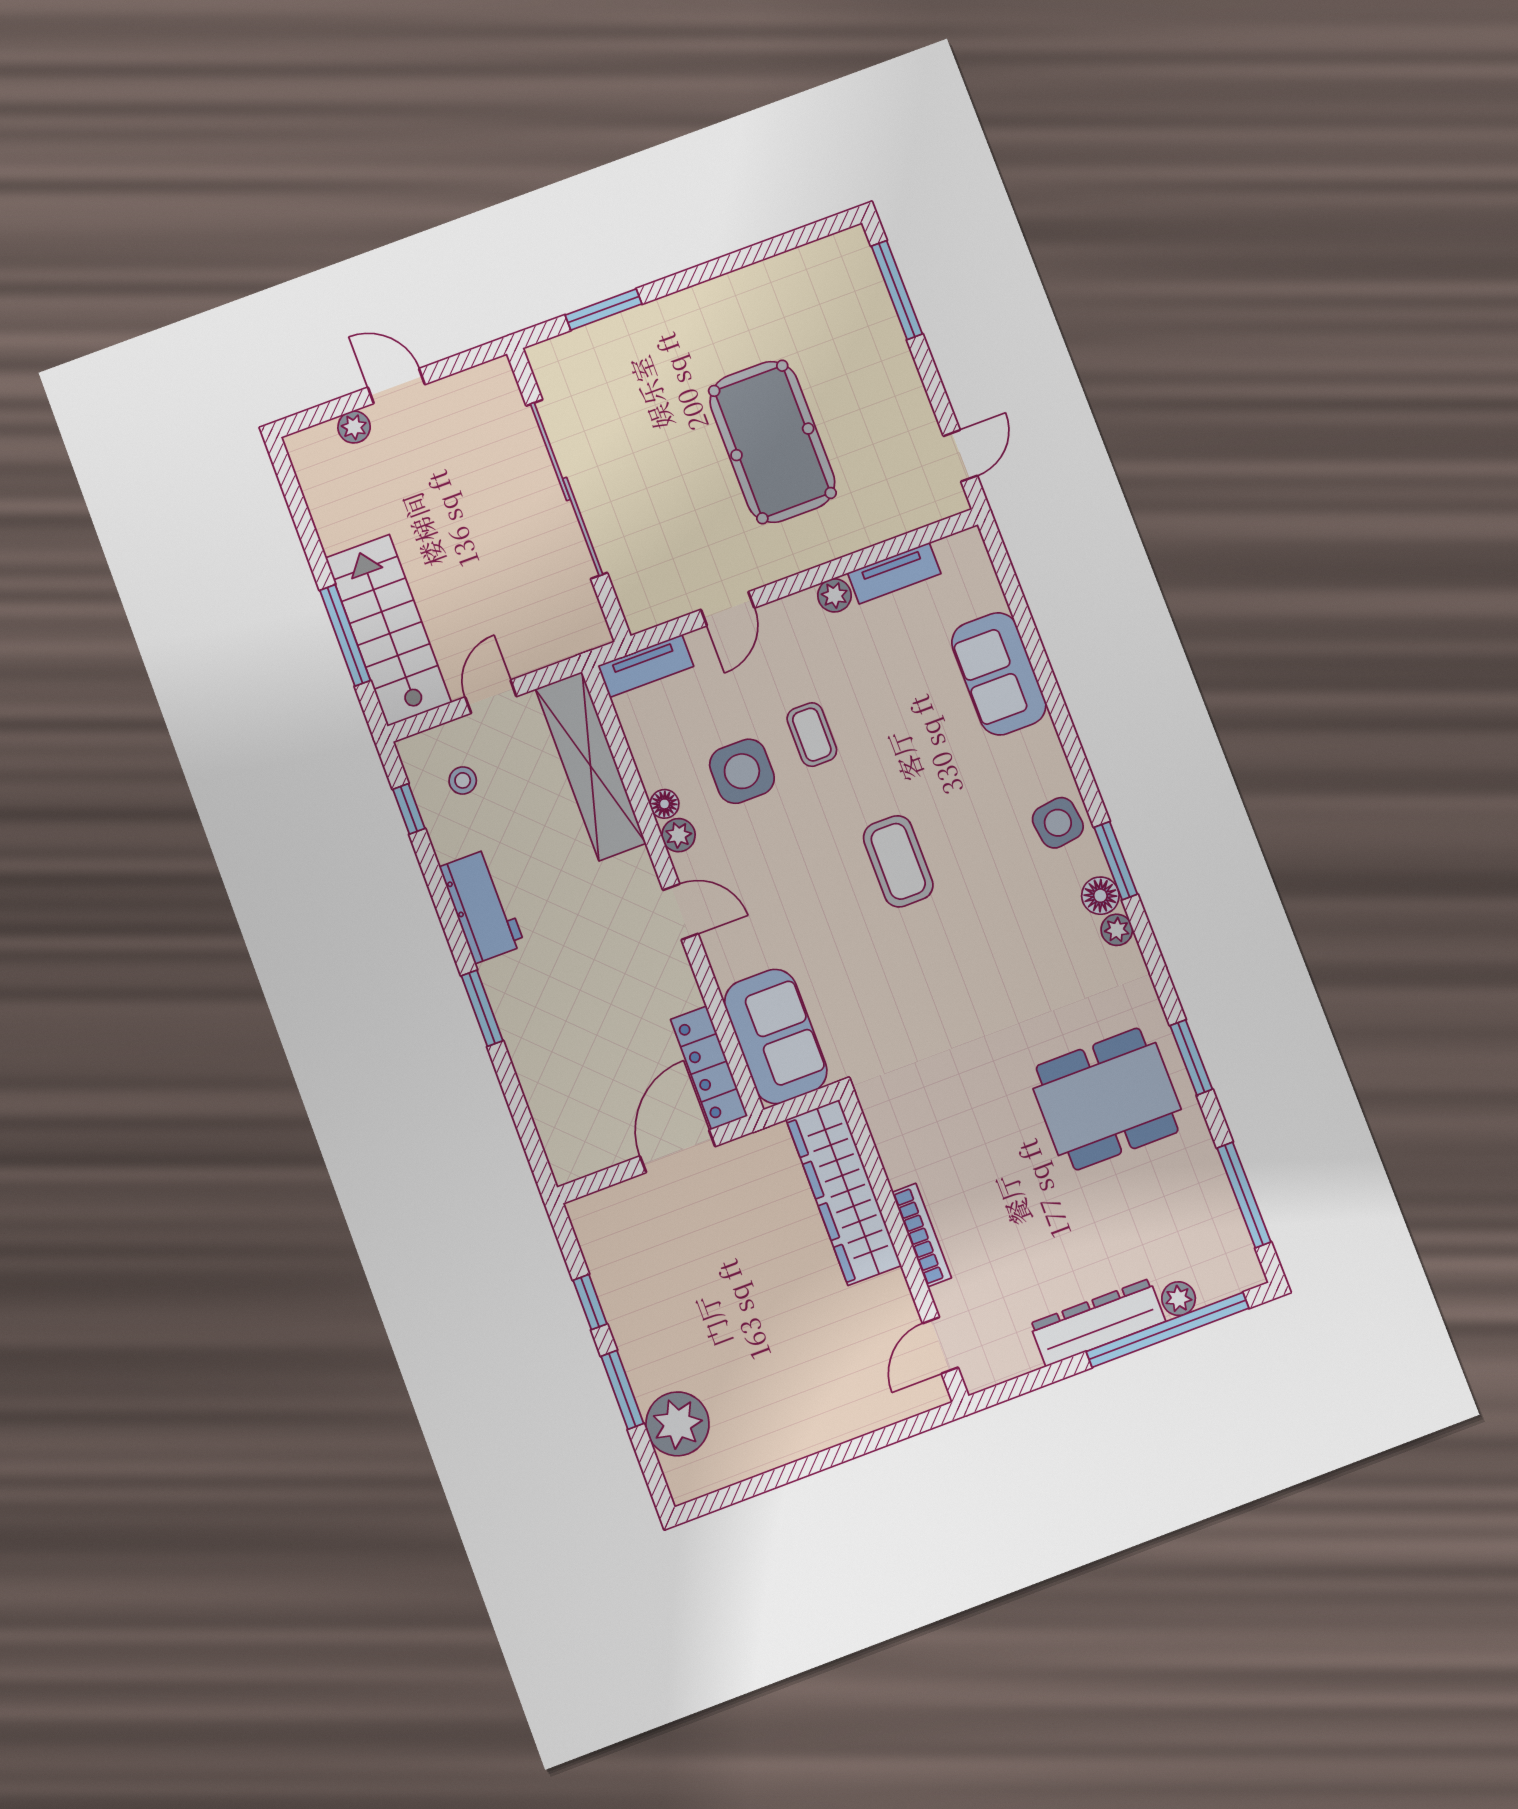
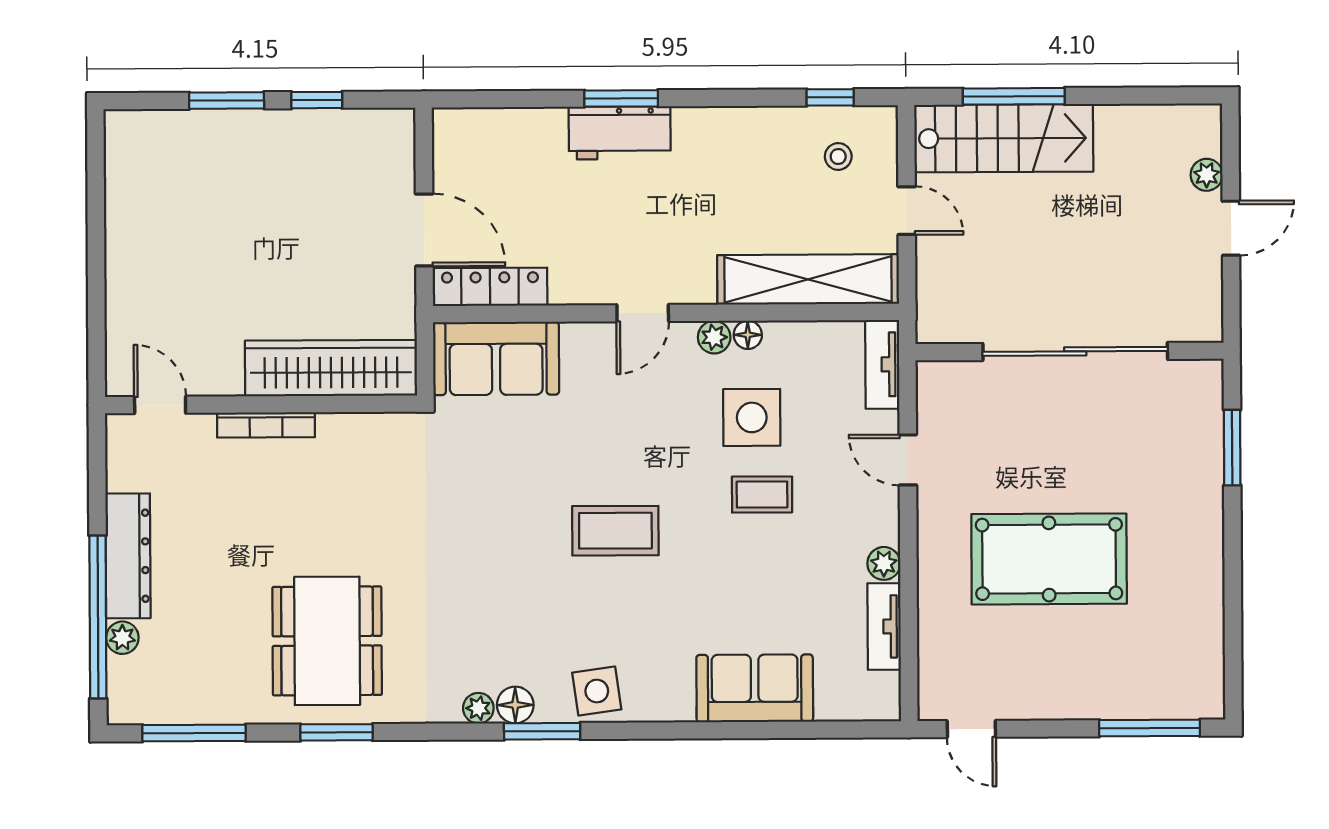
workbench: (482, 906) -> (620, 133), moved
plant: (677, 1424) -> (177, 139), removed

